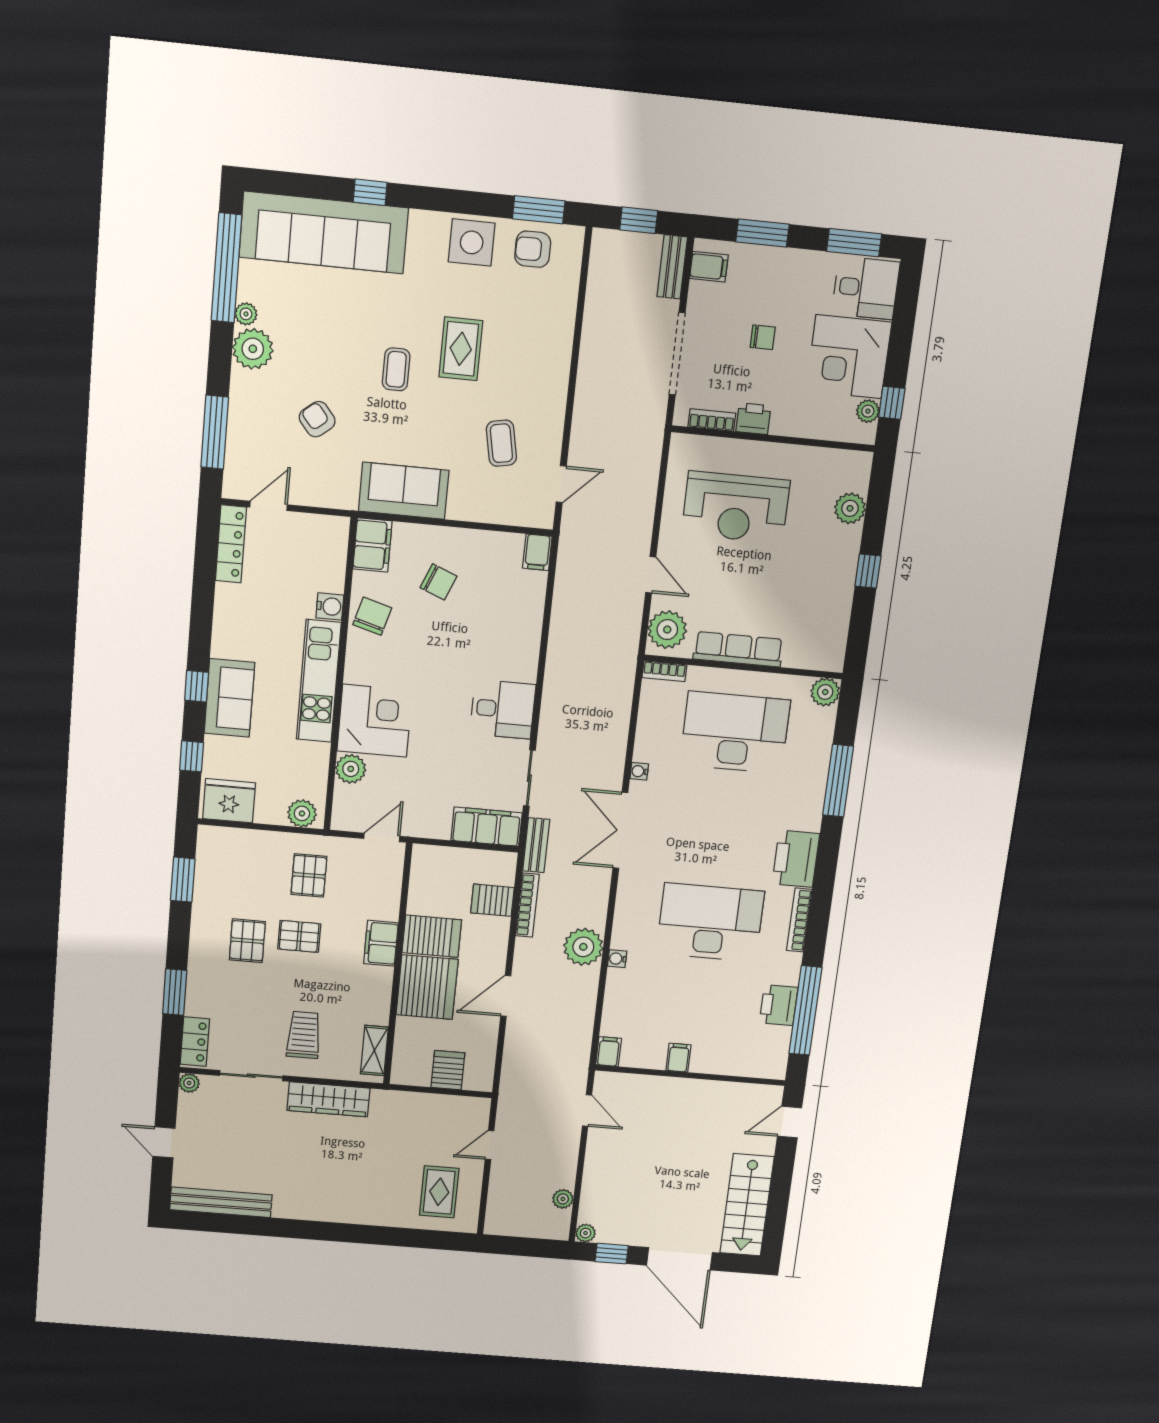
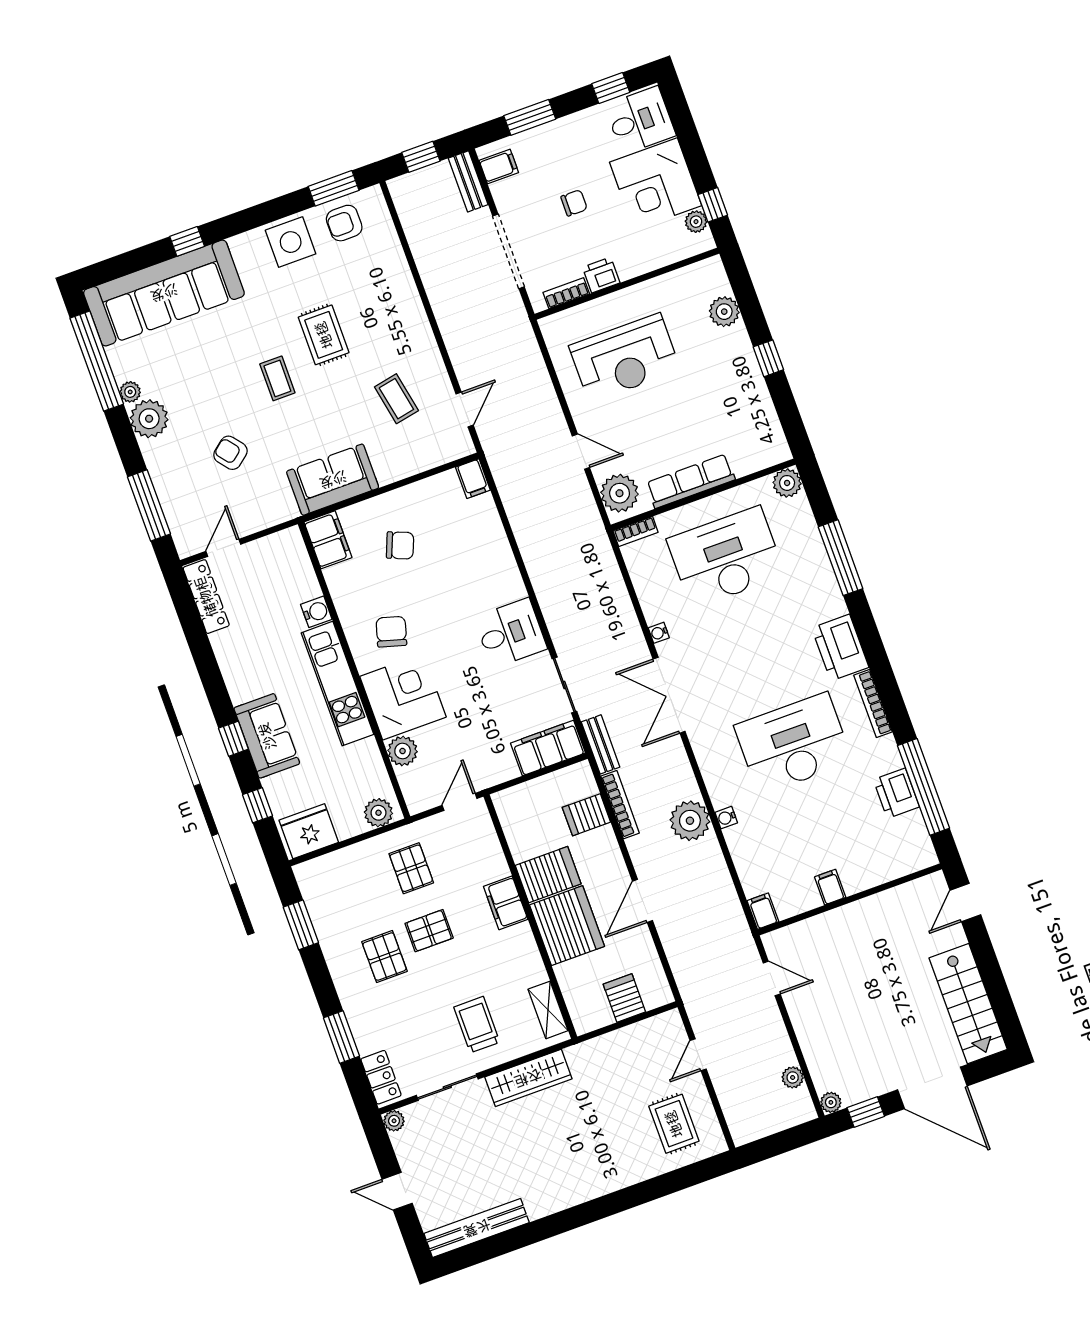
window: (854, 243) -> (611, 88), width x0.67
chair: (372, 616) -> (391, 632), moved

